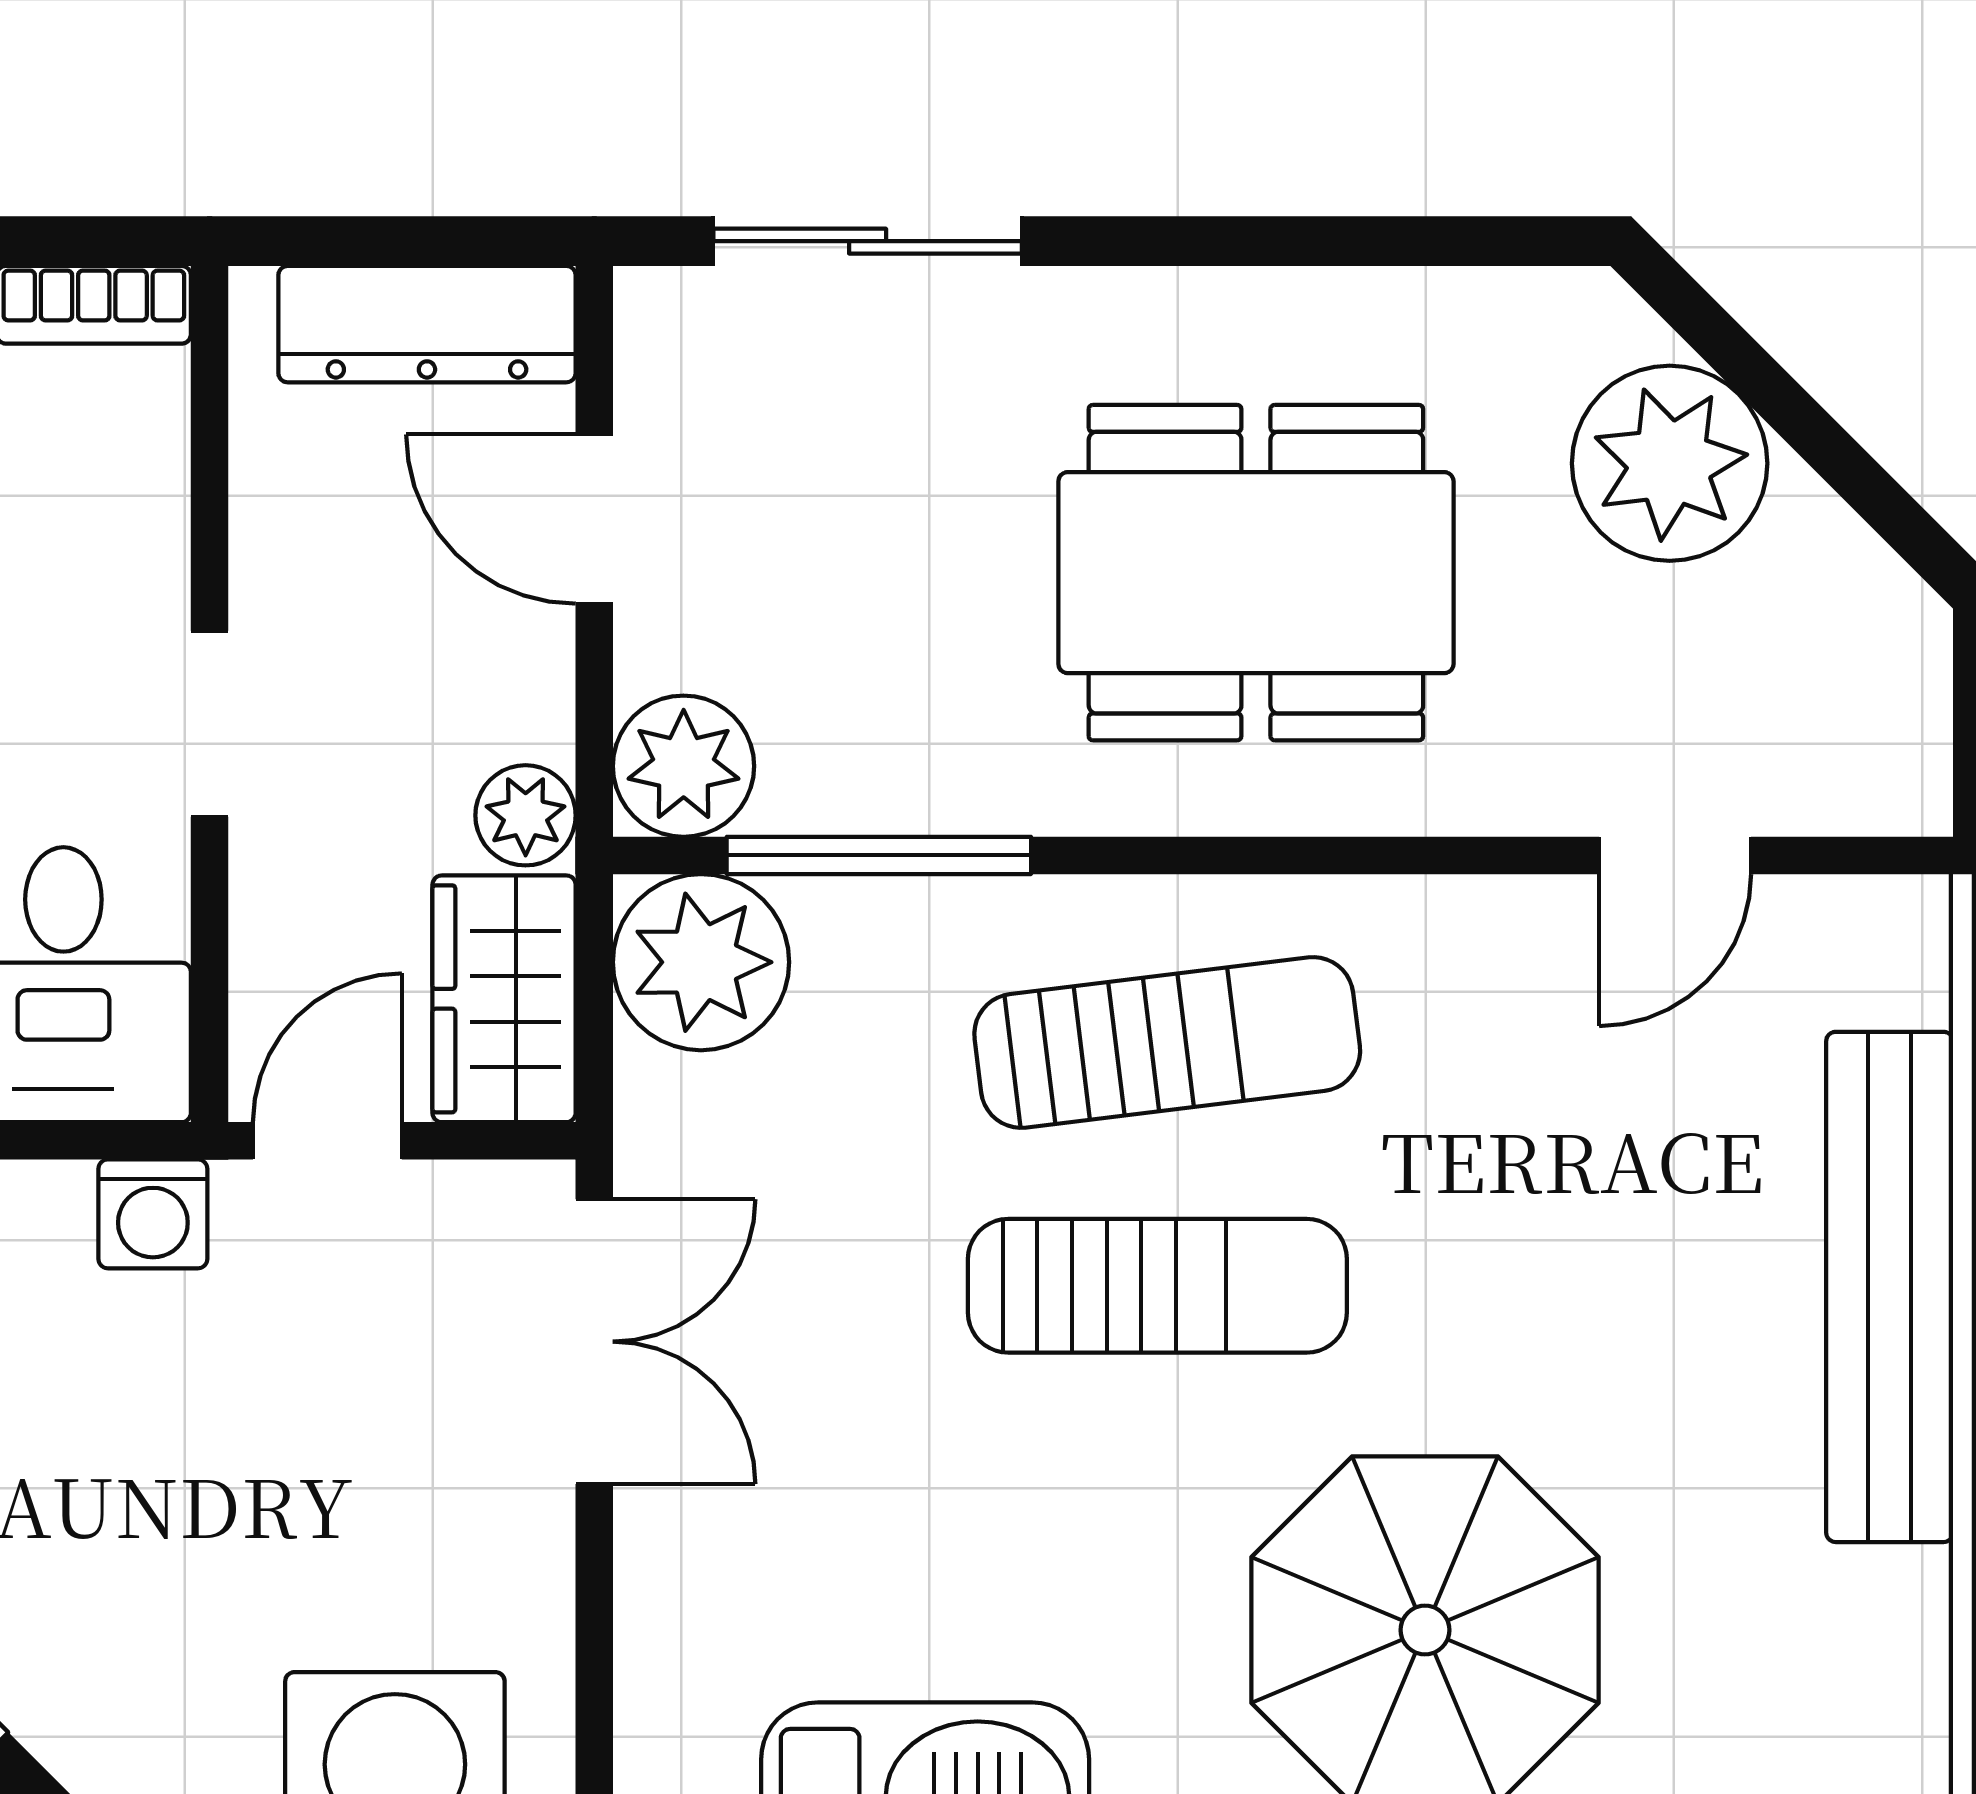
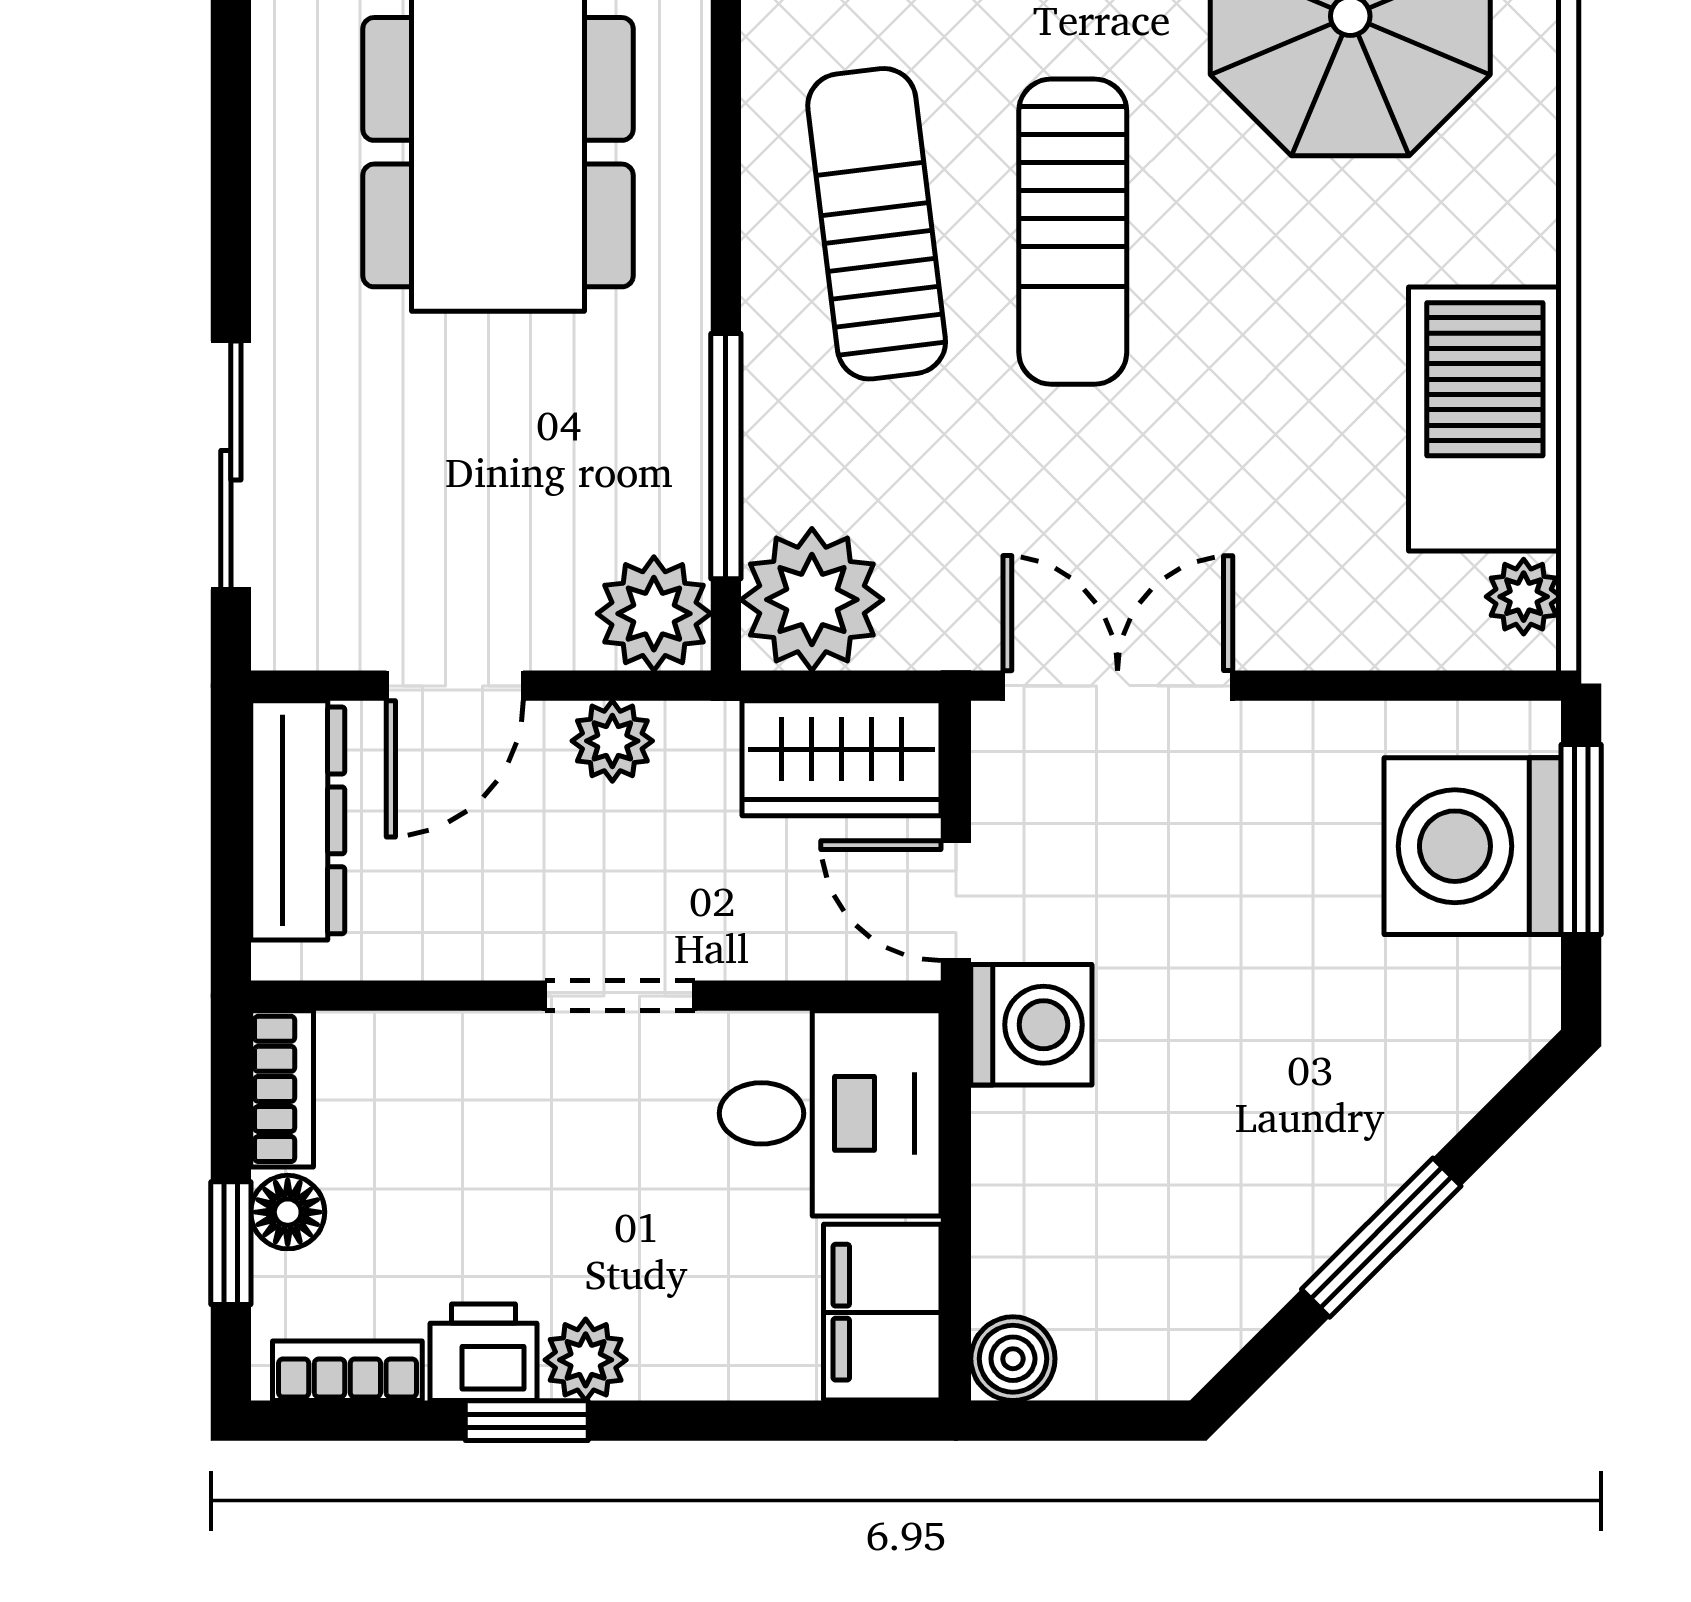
plant: (526, 815) -> (612, 741), moved
washing machine: (153, 1214) -> (1031, 1025), width x1.38, depth x1.38
sun lounger: (1157, 1286) -> (1073, 232), turned 180

